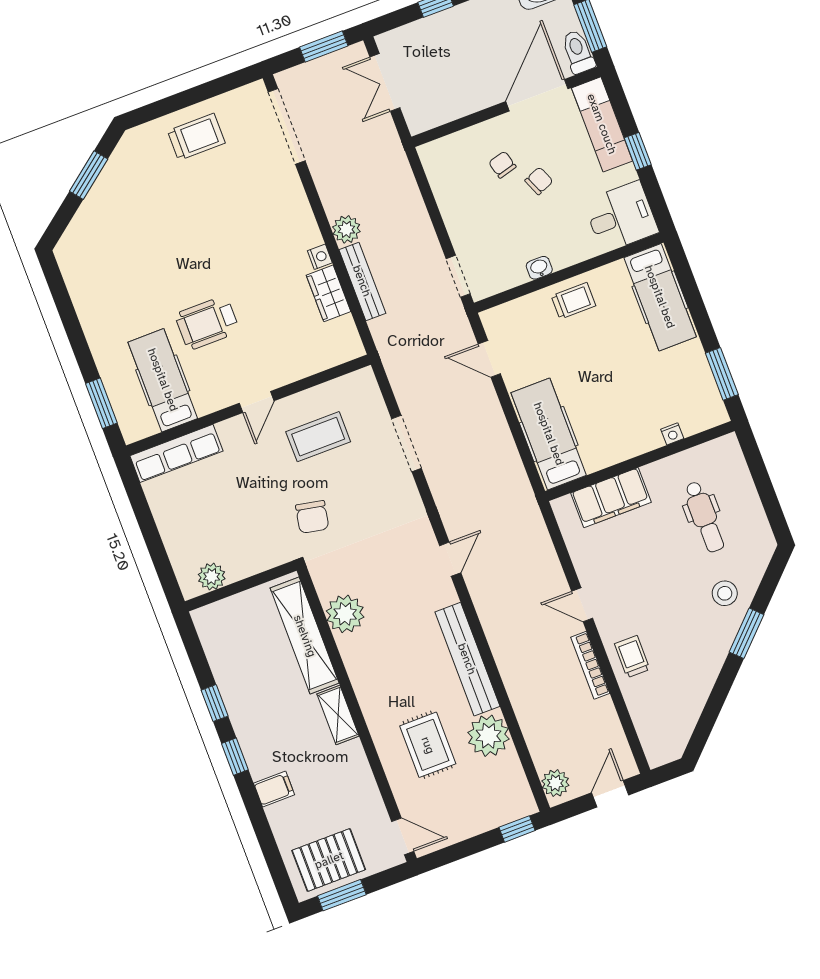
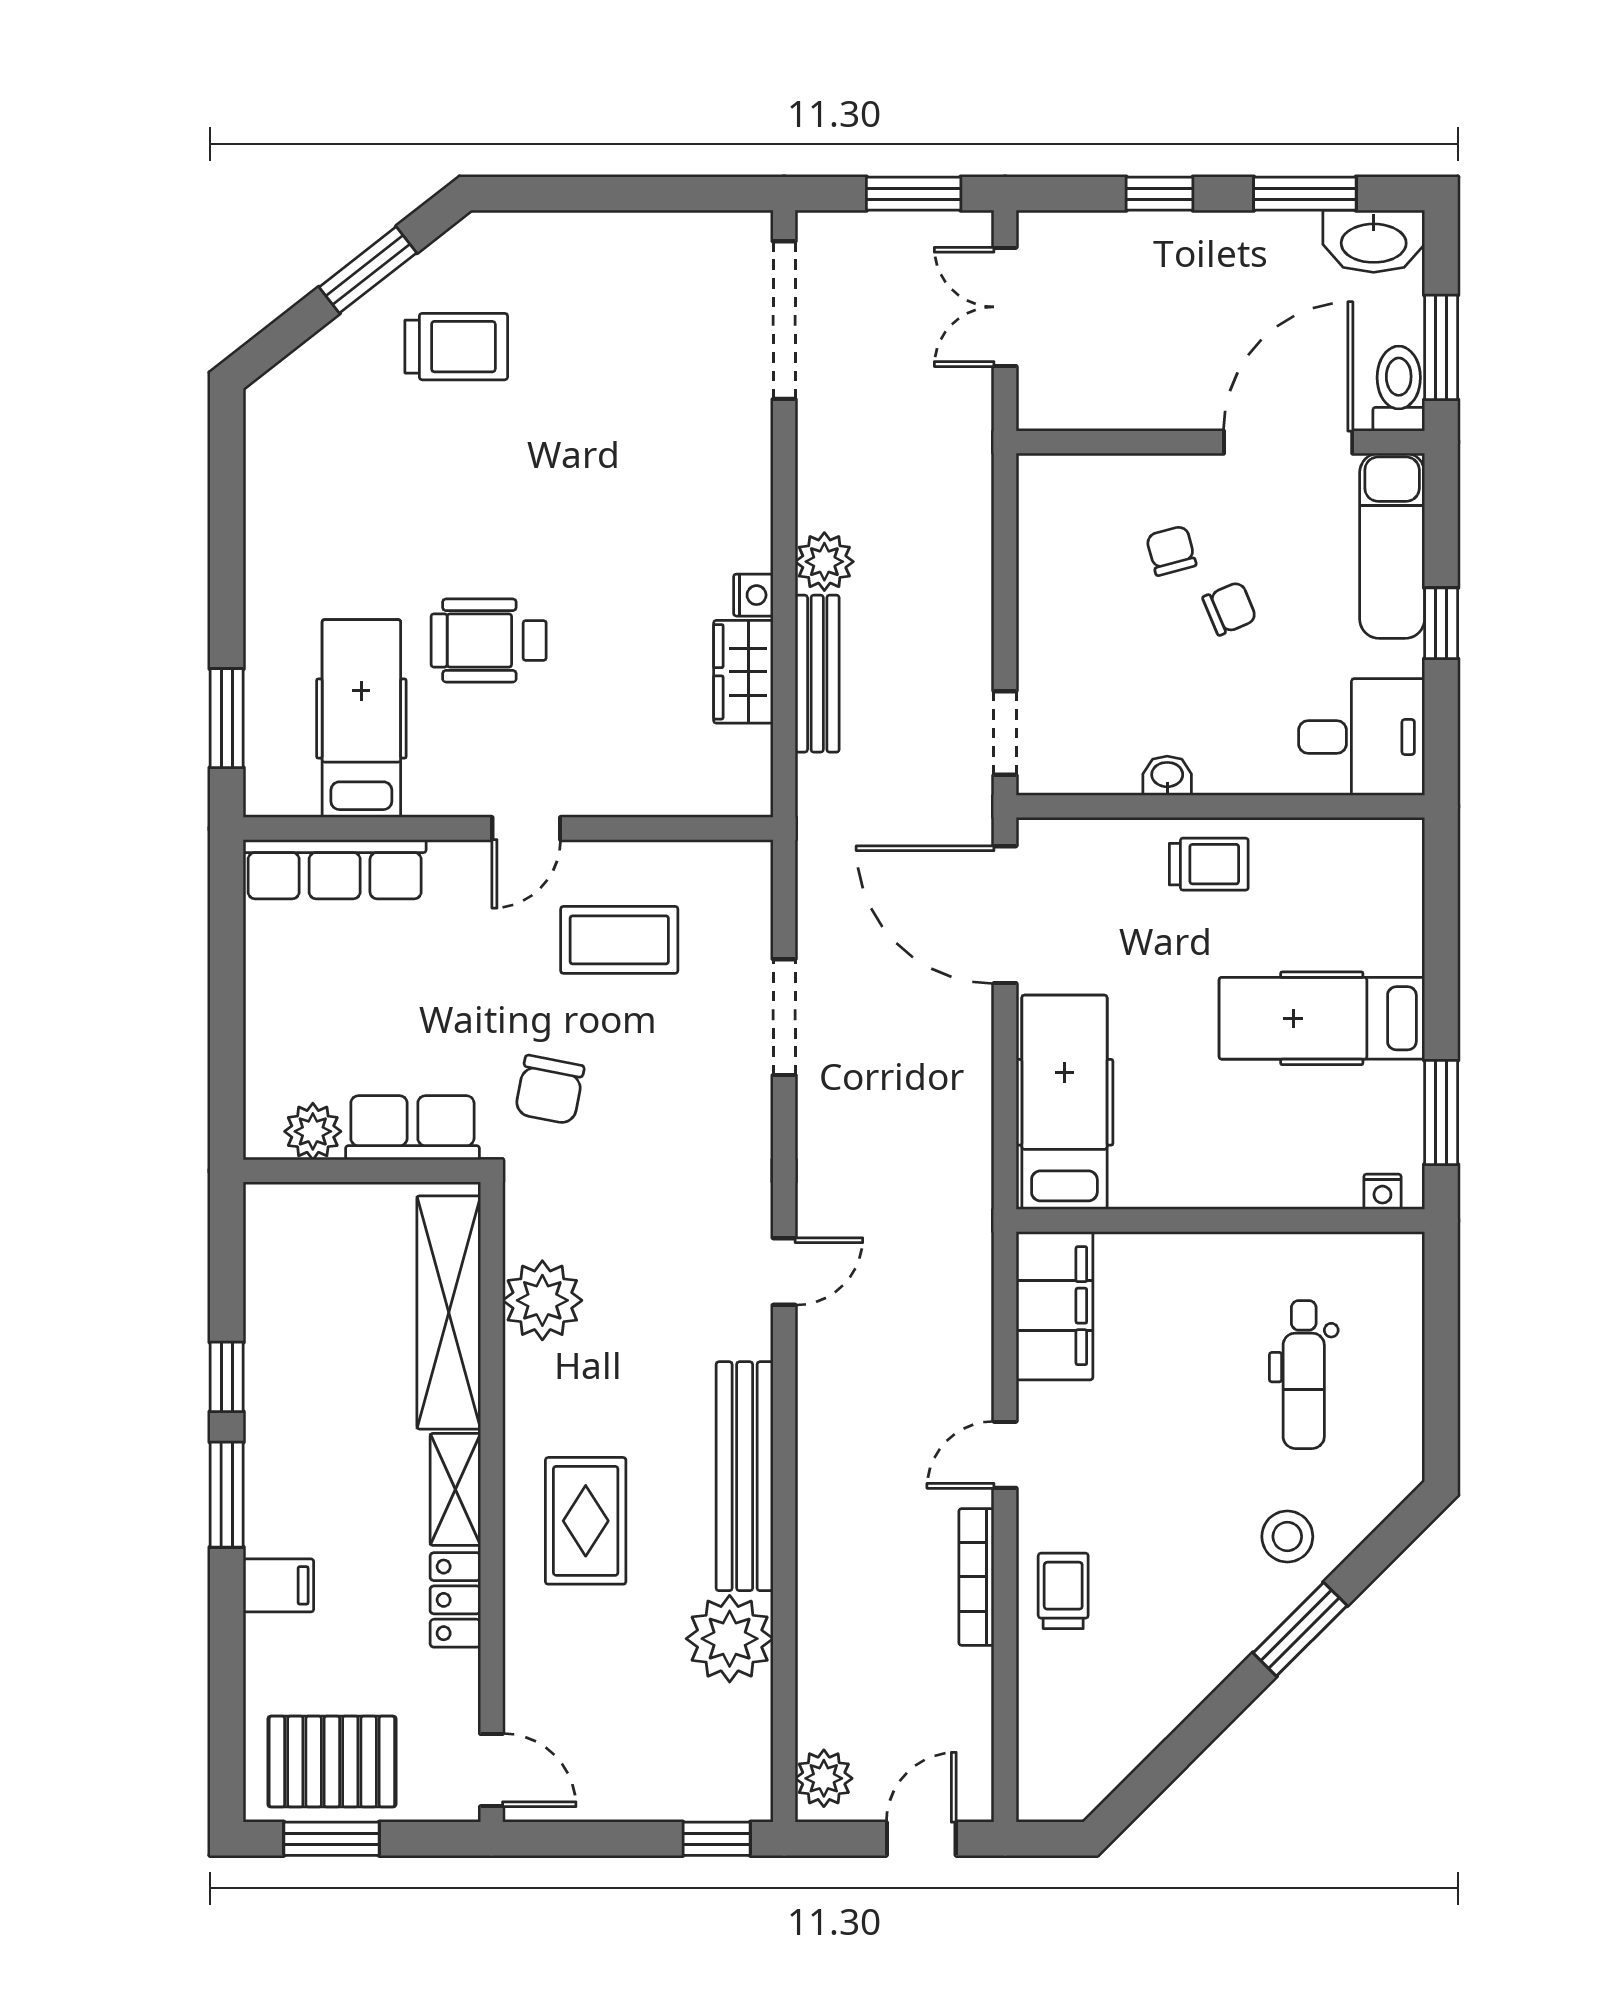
trolley: (196, 137) -> (456, 347), moved
hospital bed: (660, 297) -> (1322, 1018), moved, turned 90
door: (489, 359) -> (1005, 915), width x1.88
nightstand: (672, 434) -> (1382, 1192), moved
filing cabinet: (611, 498) -> (1054, 1306), moved, turned -90
row of seats: (256, 558) -> (412, 1128), added
door: (582, 605) -> (1005, 1455), hinge flipped
rug: (428, 745) -> (586, 1521), moved
window: (235, 757) -> (227, 1495), width x1.50
locker: (357, 765) -> (455, 1600), added

